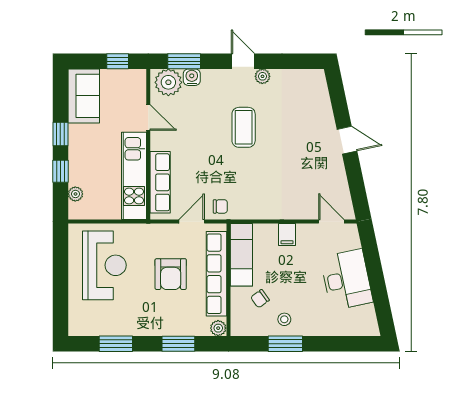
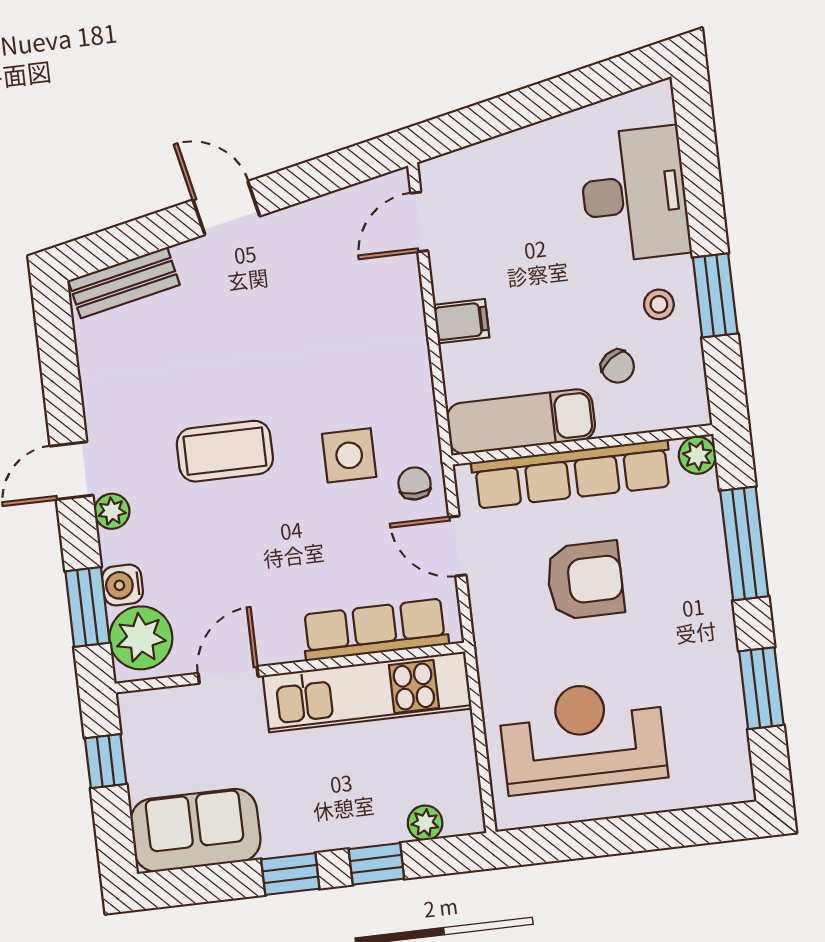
plant: (262, 76) -> (112, 511), moved
bench: (320, 93) -> (124, 283), added
door: (347, 140) -> (226, 208), hinge flipped
side table: (236, 180) -> (349, 455), added
desk: (347, 280) -> (634, 194), moved, turned 102
window: (178, 344) -> (744, 543), width x1.44

